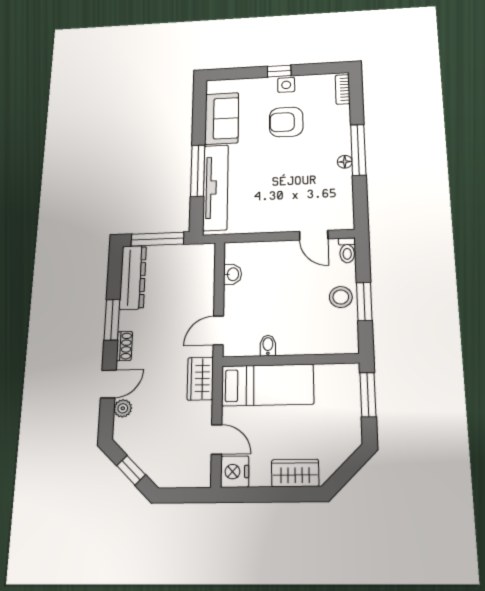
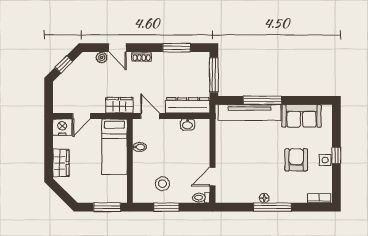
dresser: (133, 277) -> (188, 105), moved, turned 180
stool: (341, 297) -> (162, 184), moved
window: (112, 320) -> (177, 48), moved

